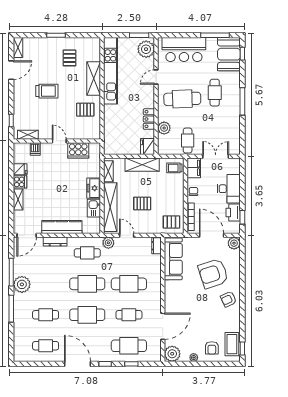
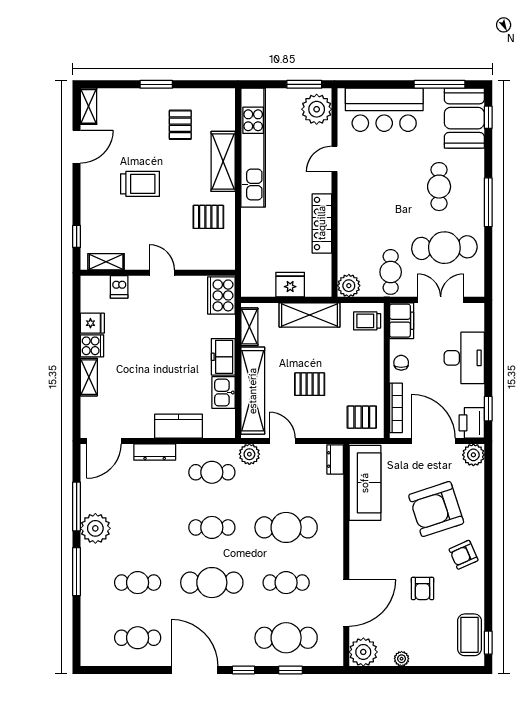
cafe table: (182, 99) -> (444, 248), moved
locker: (149, 119) -> (322, 223), width x1.53
plant: (164, 128) -> (349, 286), moved
fridge: (148, 147) -> (290, 285), moved, turned 90
cooker: (78, 150) -> (221, 295), moved, turned 90
printer: (233, 213) -> (472, 423), moved
kitchen counter: (62, 227) -> (179, 426), width x0.67
cafe table: (87, 284) -> (212, 527), width x0.73, depth x0.74
armchair: (212, 348) -> (423, 589), moved

